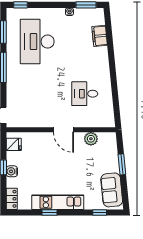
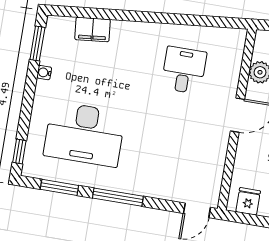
desk: (85, 94) -> (184, 70), turned 180

